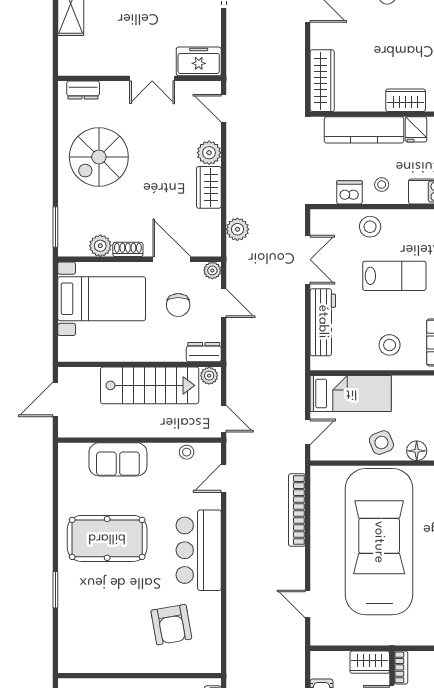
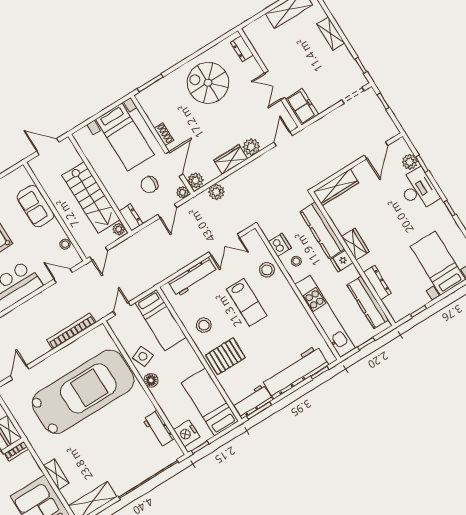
plant: (100, 246) -> (196, 180), moved
door: (308, 432) -> (122, 309), swing flipped

